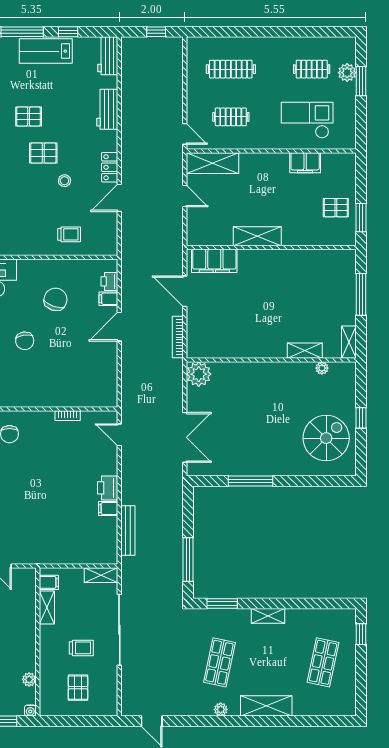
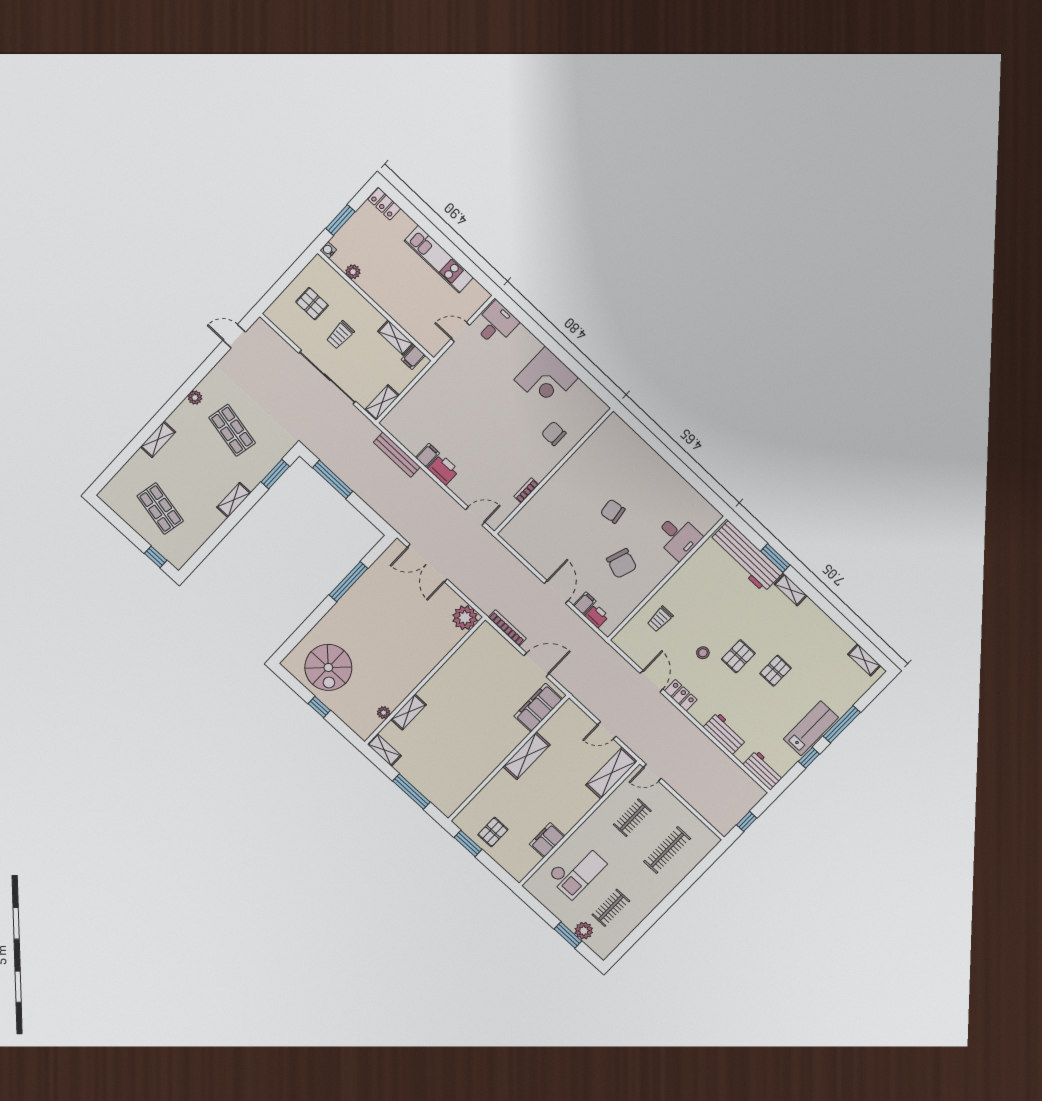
shelving: (266, 706) -> (158, 439), width x0.67, depth x0.75

